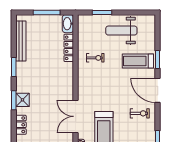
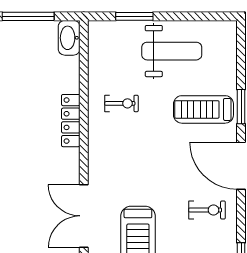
weight bench: (121, 31) -> (172, 51), turned 180
locker: (69, 48) -> (71, 121), moved

